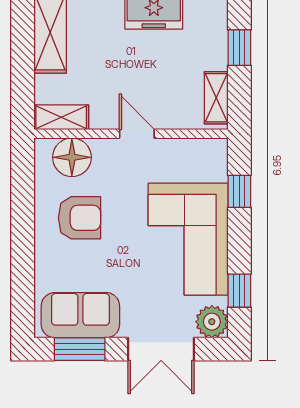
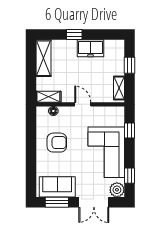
floor lamp: (72, 157) -> (53, 111), width x0.53, depth x0.53

